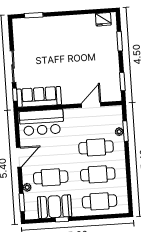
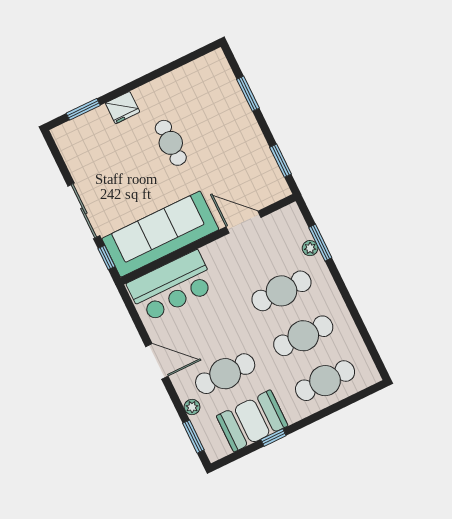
fridge: (103, 19) -> (123, 108), moved
cafe table: (71, 50) -> (171, 143), added
sofa: (39, 97) -> (160, 234), width x1.36, depth x1.27
door: (91, 105) -> (244, 222), hinge flipped
door: (19, 157) -> (157, 361), hinge flipped

